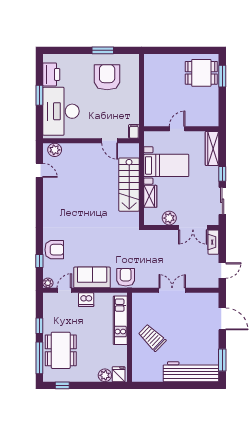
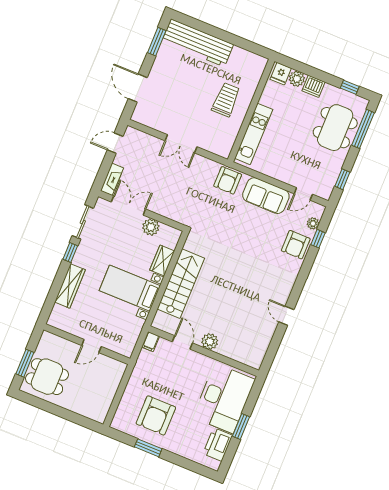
door: (177, 129) -> (91, 346), moved
wall: (181, 129) -> (87, 344), moved
plant: (55, 150) -> (210, 342), moved
door: (39, 170) -> (286, 316), moved
armchair: (54, 250) -> (296, 245), turned -90
plant: (48, 283) -> (313, 223), moved
dishwasher: (86, 300) -> (313, 86), moved, turned 180
window: (39, 326) -> (342, 179), moved
trolley: (152, 338) -> (226, 100), turned -134

